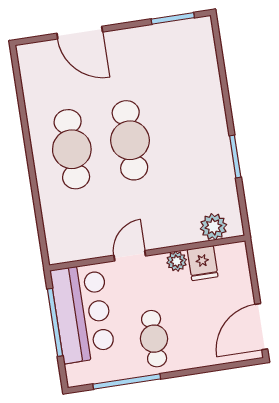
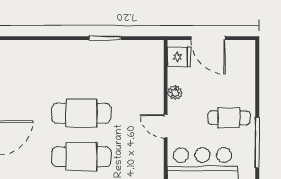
plant: (213, 227) -> (154, 62), removed
fridge: (203, 263) -> (179, 57), moved
door: (261, 327) -> (208, 38), moved

